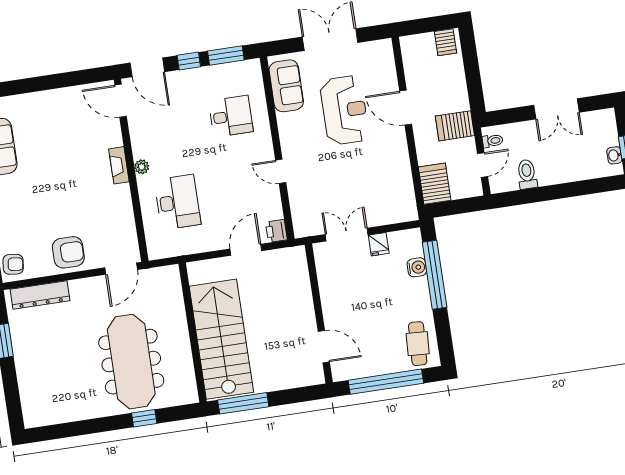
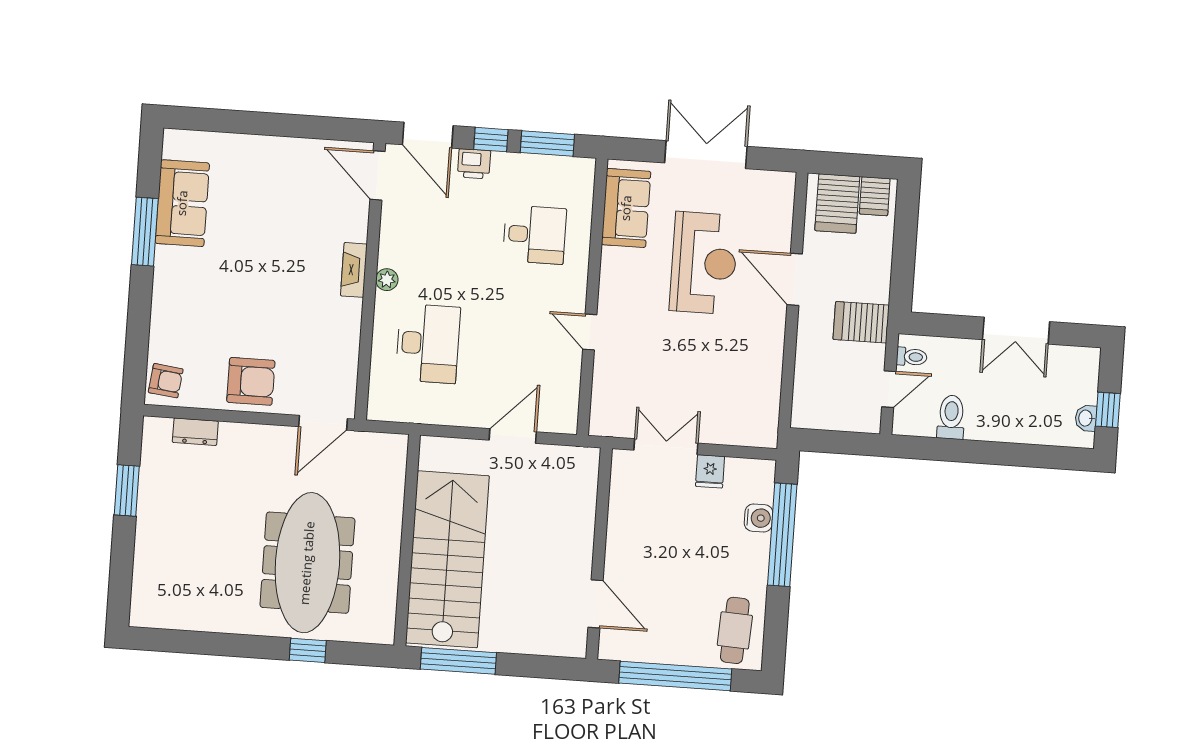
server rack: (435, 184) -> (837, 204), moved, turned 180
printer: (276, 231) -> (474, 164), moved, turned -90
dresser: (40, 295) -> (195, 432), width x0.51, depth x0.80

